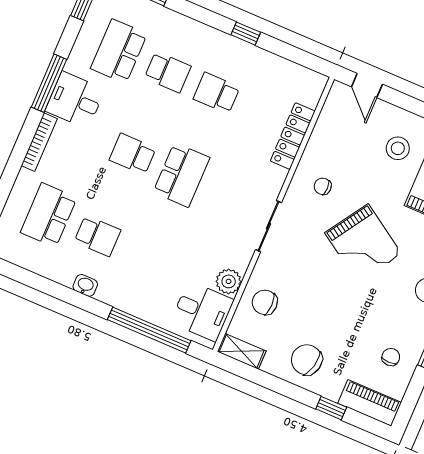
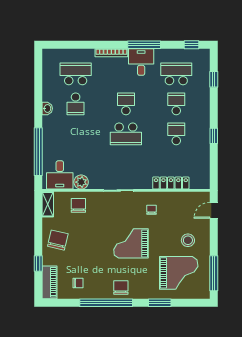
school desk: (168, 72) -> (176, 104), turned 180
grand piano: (363, 243) -> (131, 243), turned 57

